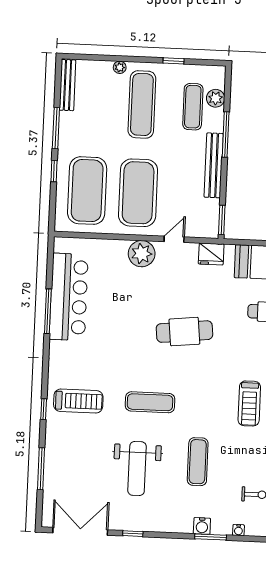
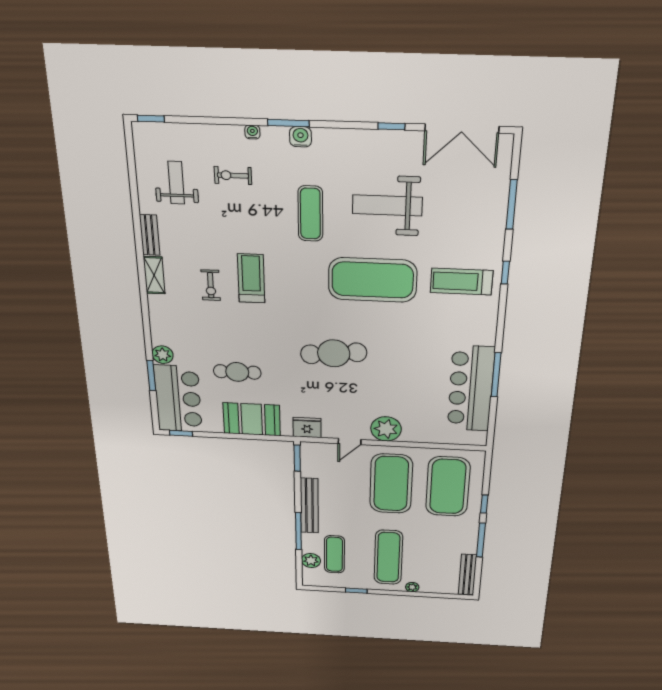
exercise mat: (150, 402) -> (373, 280), width x2.00, depth x1.45
weight bench: (137, 469) -> (387, 205), turned -90

